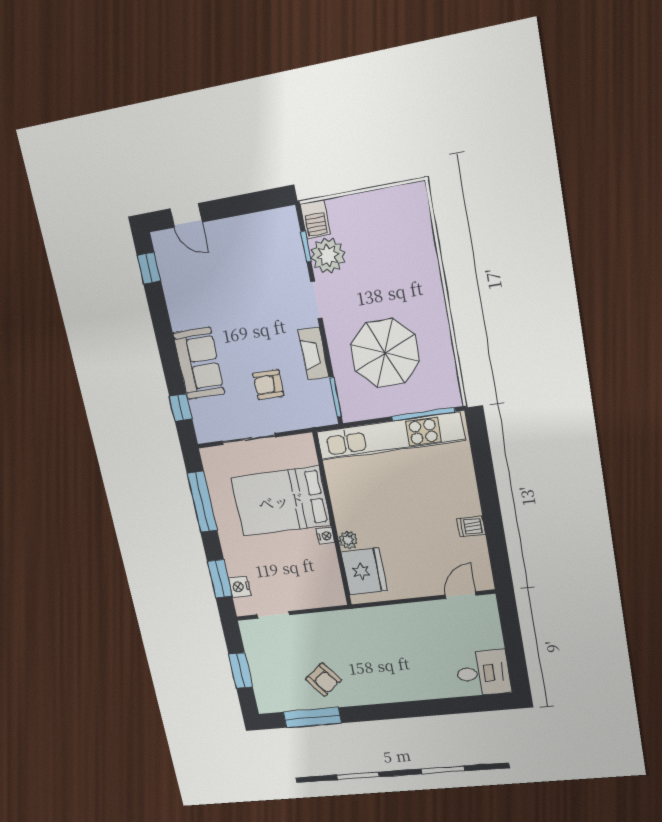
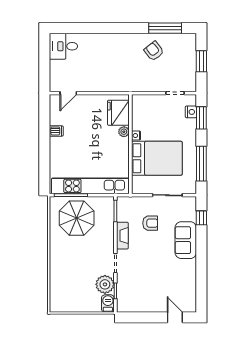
window: (149, 268) -> (201, 294), removed
parasol: (385, 353) -> (77, 218), moved

